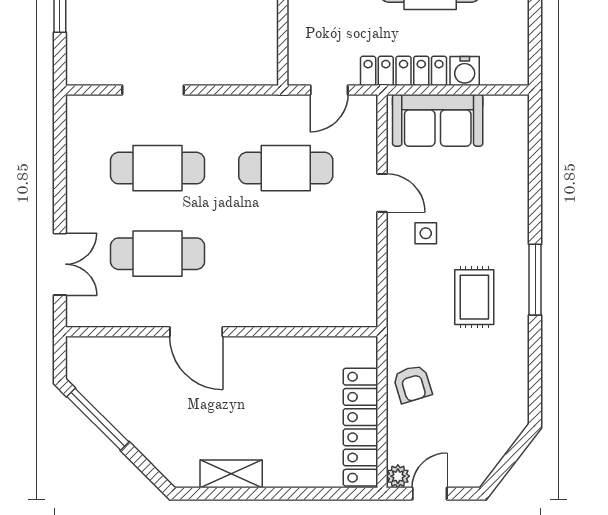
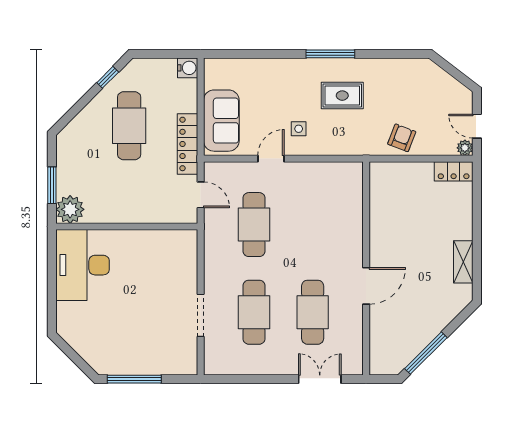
water cooler: (465, 71) -> (188, 68), moved
armchair: (412, 384) -> (402, 138), turned -52
locker: (360, 427) -> (454, 171), width x0.46, depth x0.83

